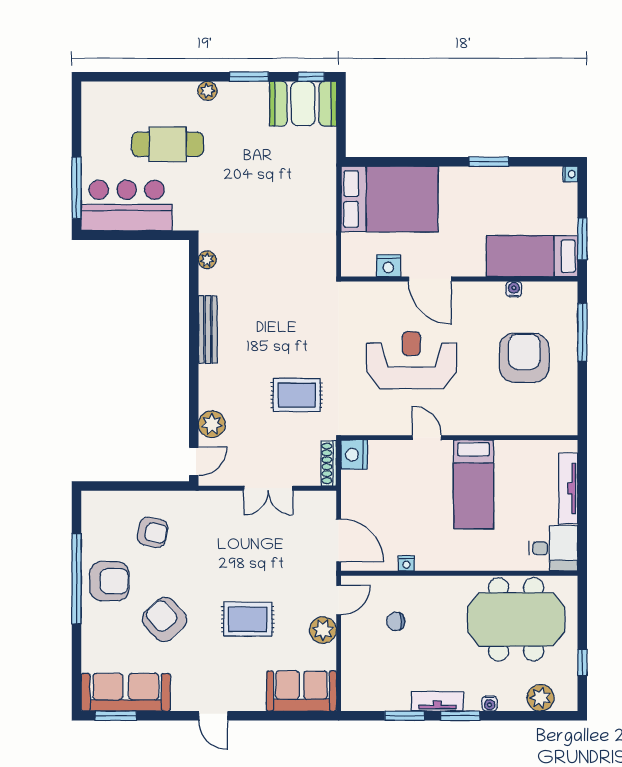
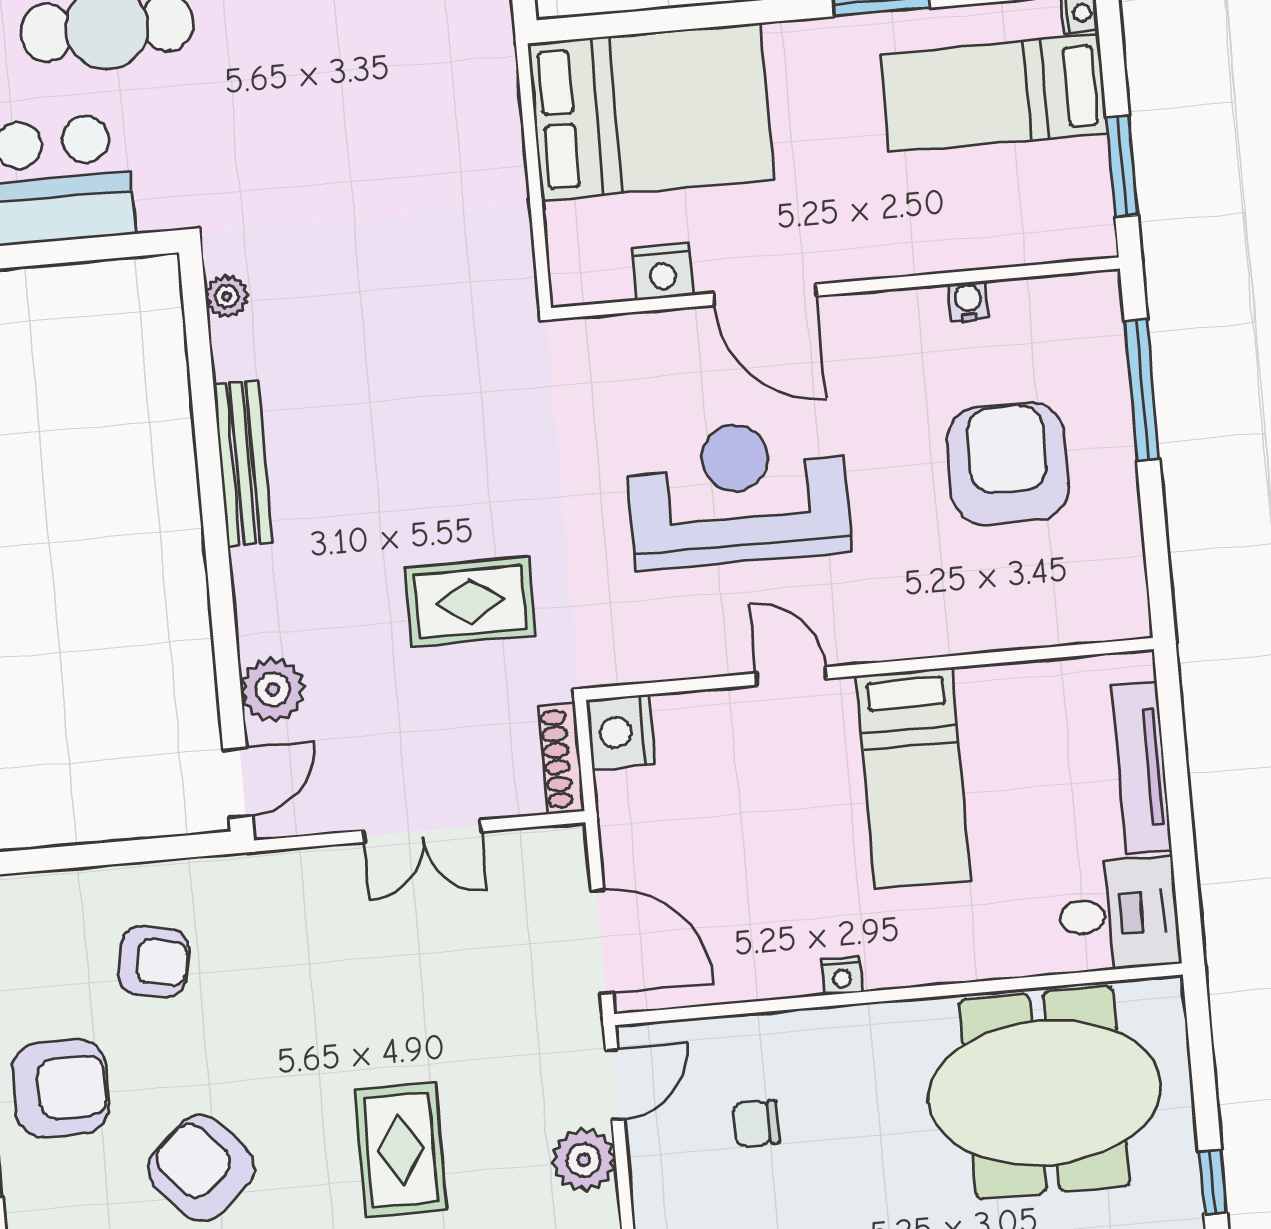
bed: (532, 256) -> (994, 94), moved
nightstand: (406, 564) -> (842, 976), moved
rug: (248, 619) -> (401, 1150), turned 90

